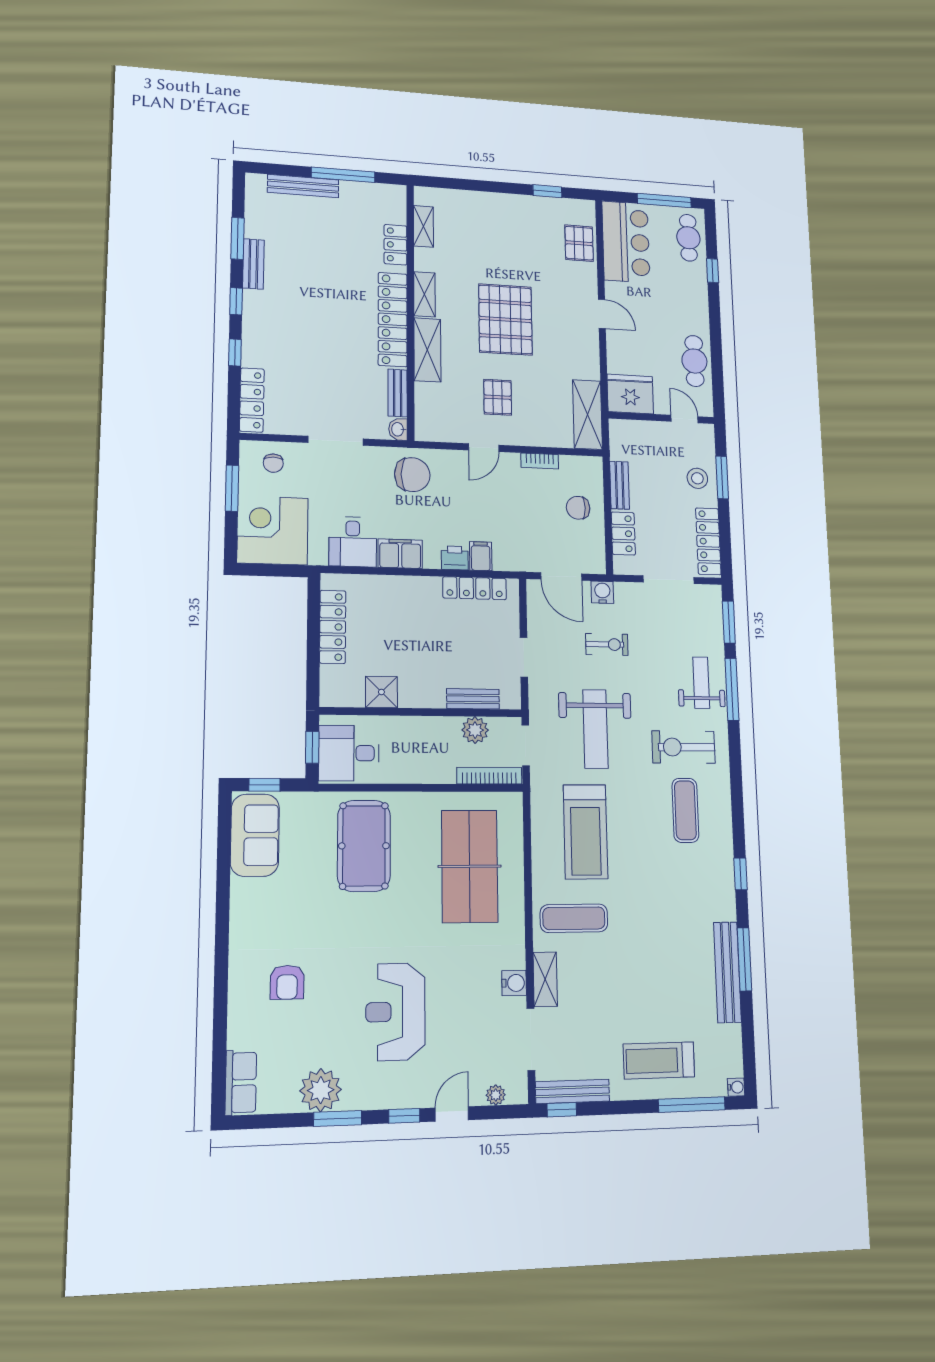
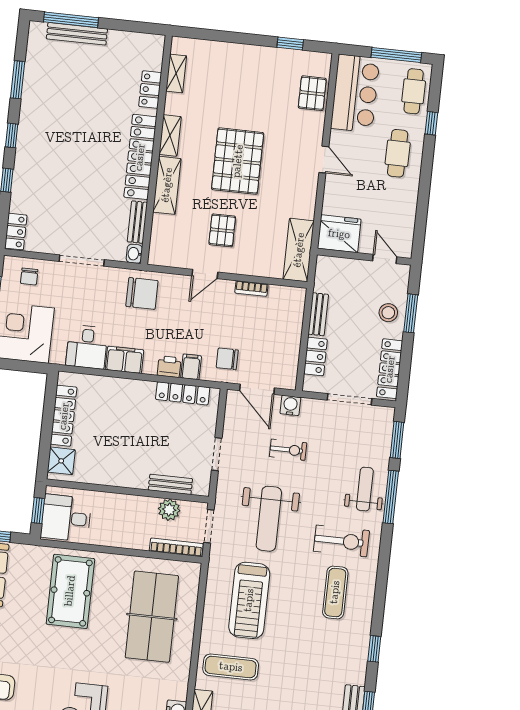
window: (343, 175) -> (71, 20), moved
bench: (253, 264) -> (29, 103), removed
cafe table: (694, 361) -> (398, 153), moved
locker: (252, 400) -> (16, 232), width x0.66
chair: (578, 508) -> (227, 359), moved
shower: (381, 692) -> (61, 461), moved
exercise bike: (684, 747) -> (341, 541), turned 180

